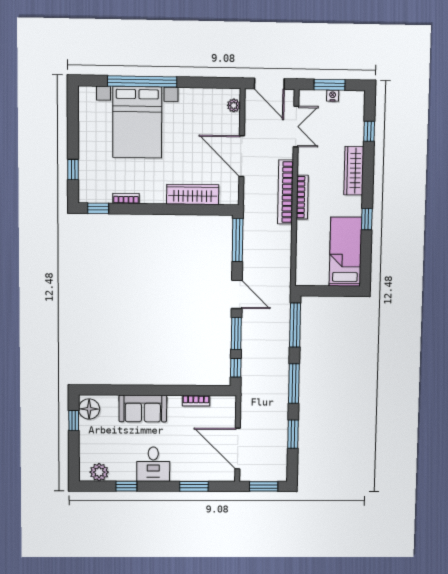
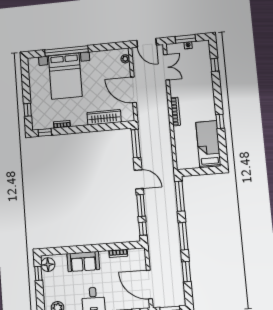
wardrobe: (354, 171) -> (208, 91), removed
bookcase: (285, 192) -> (164, 109), removed

